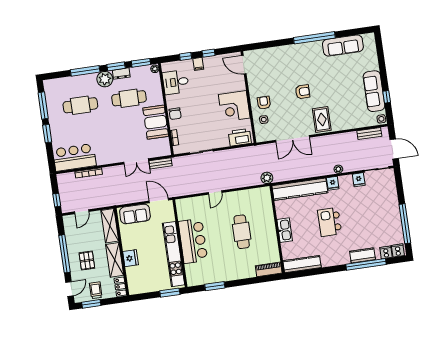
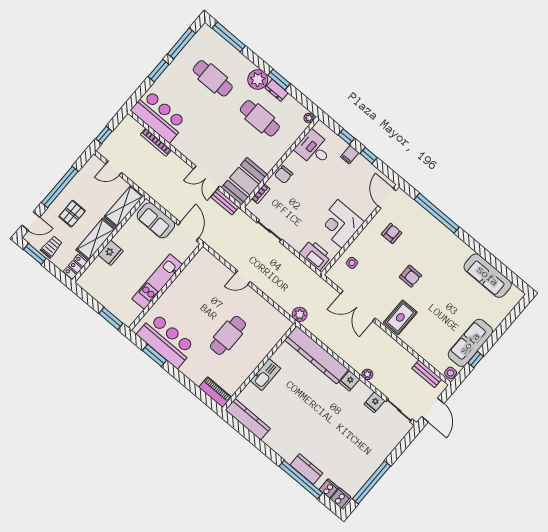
window: (314, 38) -> (437, 213), moved
window: (141, 63) -> (303, 100), removed
window: (85, 71) -> (229, 37), moved
armchair: (264, 103) -> (392, 233), moved
booth: (156, 122) -> (244, 181), moved
kitchen island: (330, 222) -> (310, 410), removed
bar counter: (193, 241) -> (166, 341), moved, turned -90
kitchen unit: (174, 254) -> (157, 282), width x0.73

